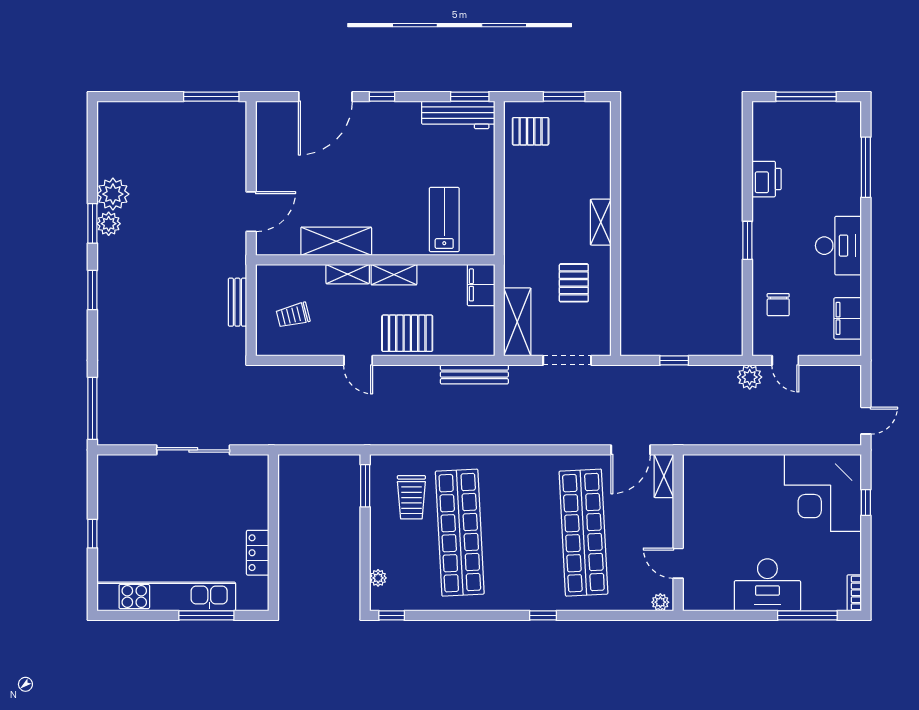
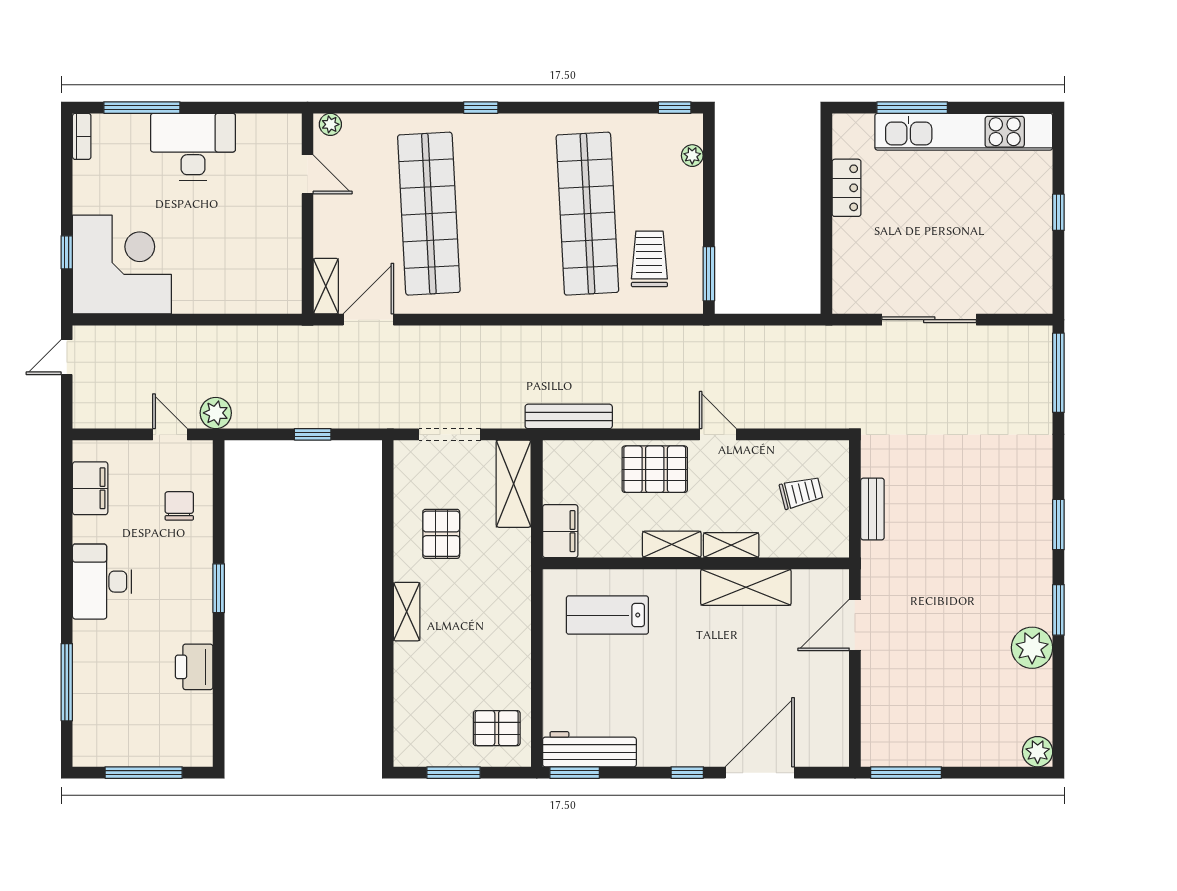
lab bench: (444, 219) -> (607, 615), turned 90
plant: (109, 224) -> (1038, 752), moved

